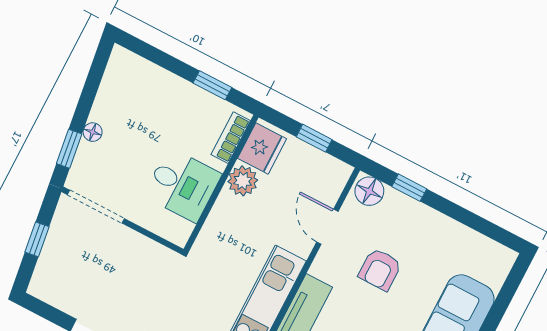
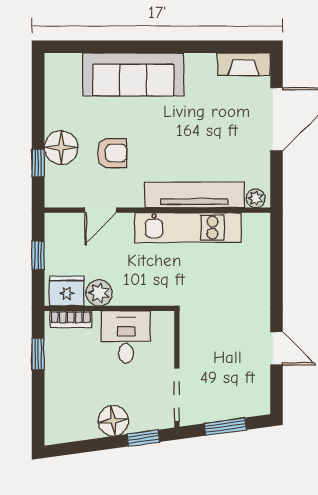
floor lamp: (93, 132) -> (113, 421), width x1.89, depth x1.89
floor lamp: (369, 191) -> (61, 148), moved, width x1.38, depth x1.38
window: (37, 239) -> (225, 427), width x1.50

